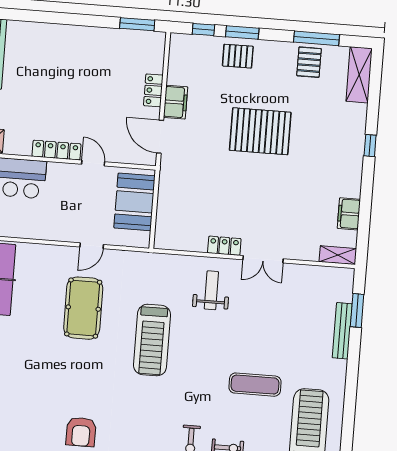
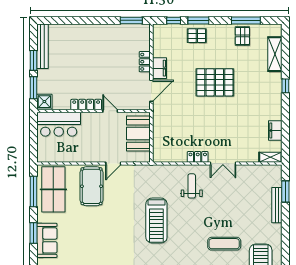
shelving: (359, 75) -> (275, 54), moved
door: (160, 137) -> (151, 91), swing flipped
pool table: (83, 308) -> (91, 186), moved

